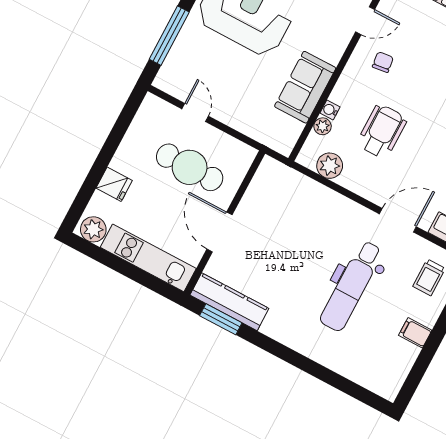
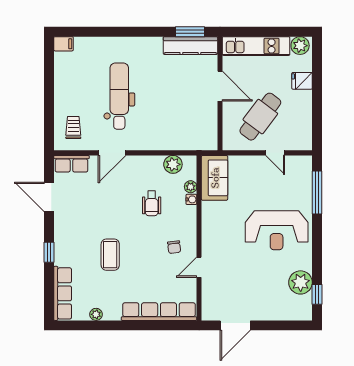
sofa: (305, 87) -> (215, 178), moved
wheelchair: (382, 131) -> (152, 203), width x0.73, depth x0.73
cafe table: (190, 167) -> (260, 117), turned -53
filing cabinet: (415, 333) -> (64, 44), moved

